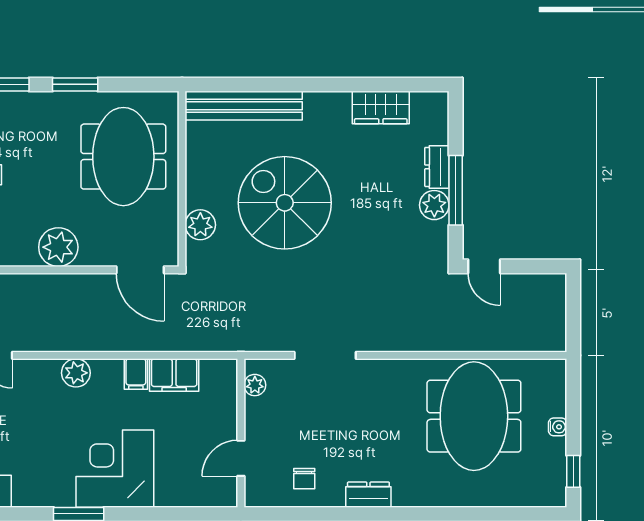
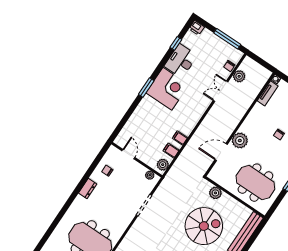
door: (140, 270) -> (221, 152), moved
plant: (76, 373) -> (163, 165), moved
filing cabinet: (174, 375) -> (171, 151), width x0.50
corner desk: (115, 469) -> (167, 89), moved

